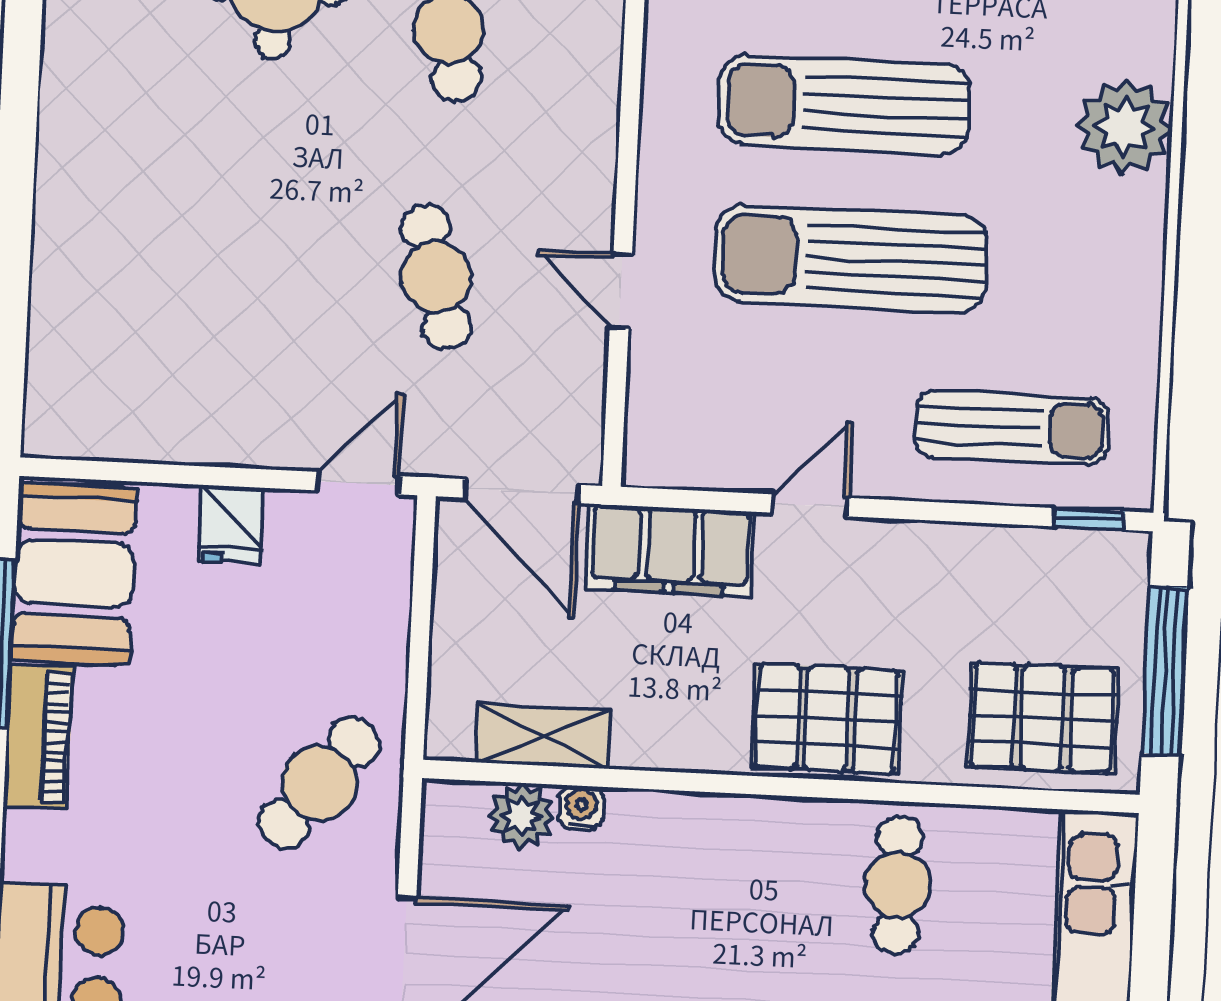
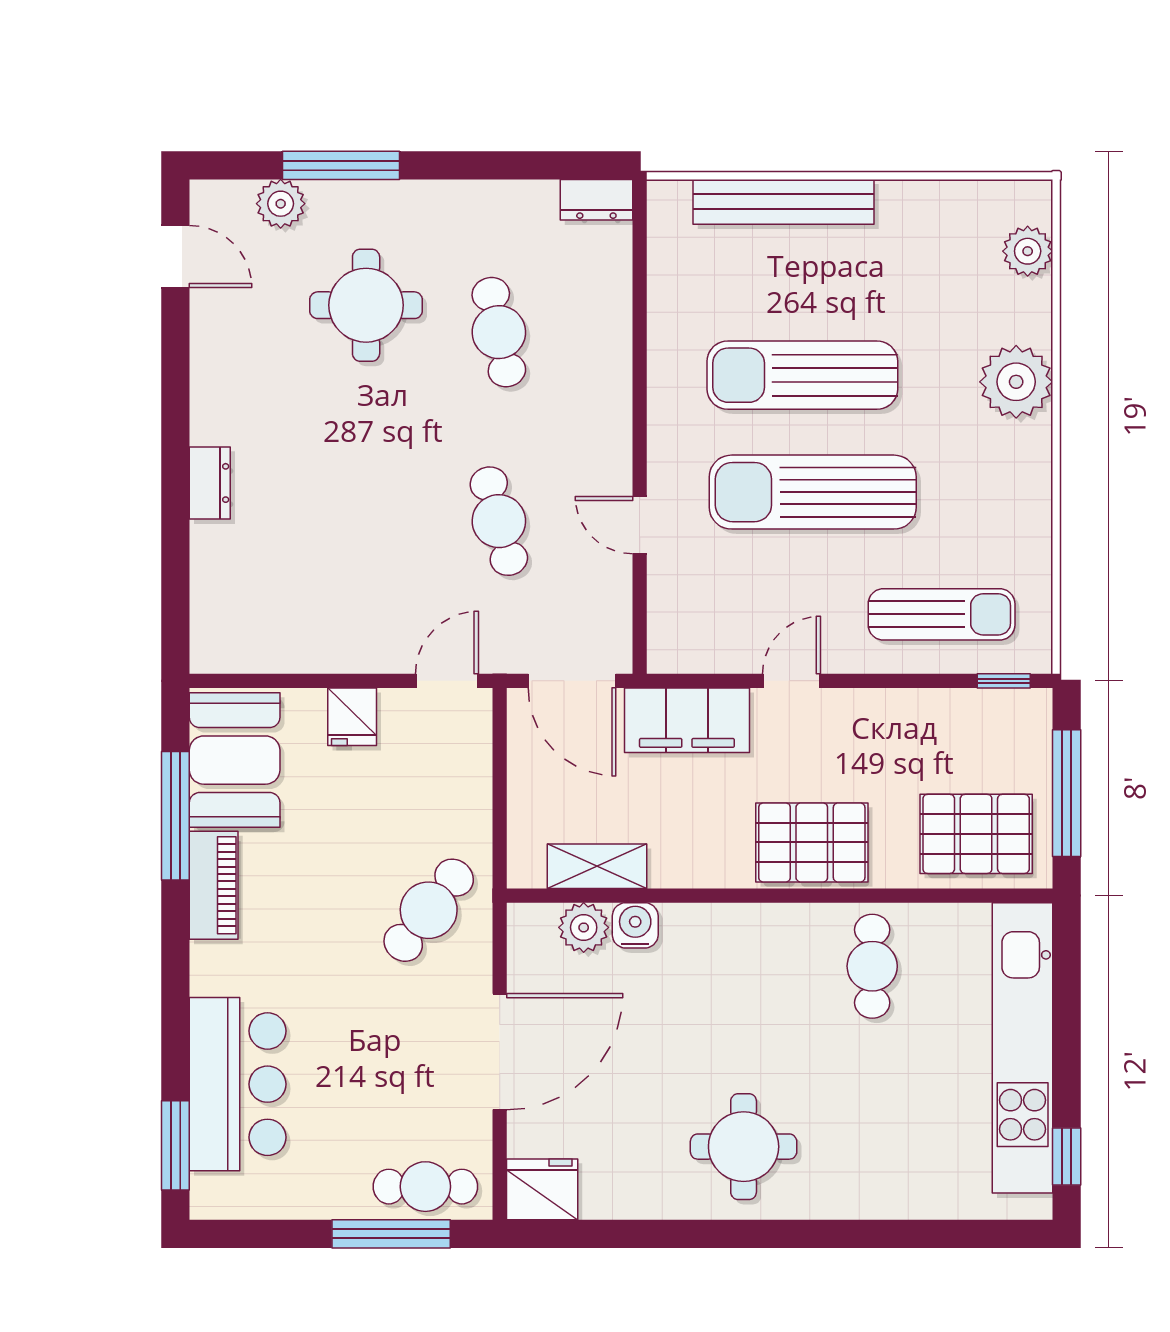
dresser: (59, 208) -> (210, 483), added
water cooler: (581, 808) -> (635, 925), width x1.38, depth x1.38

